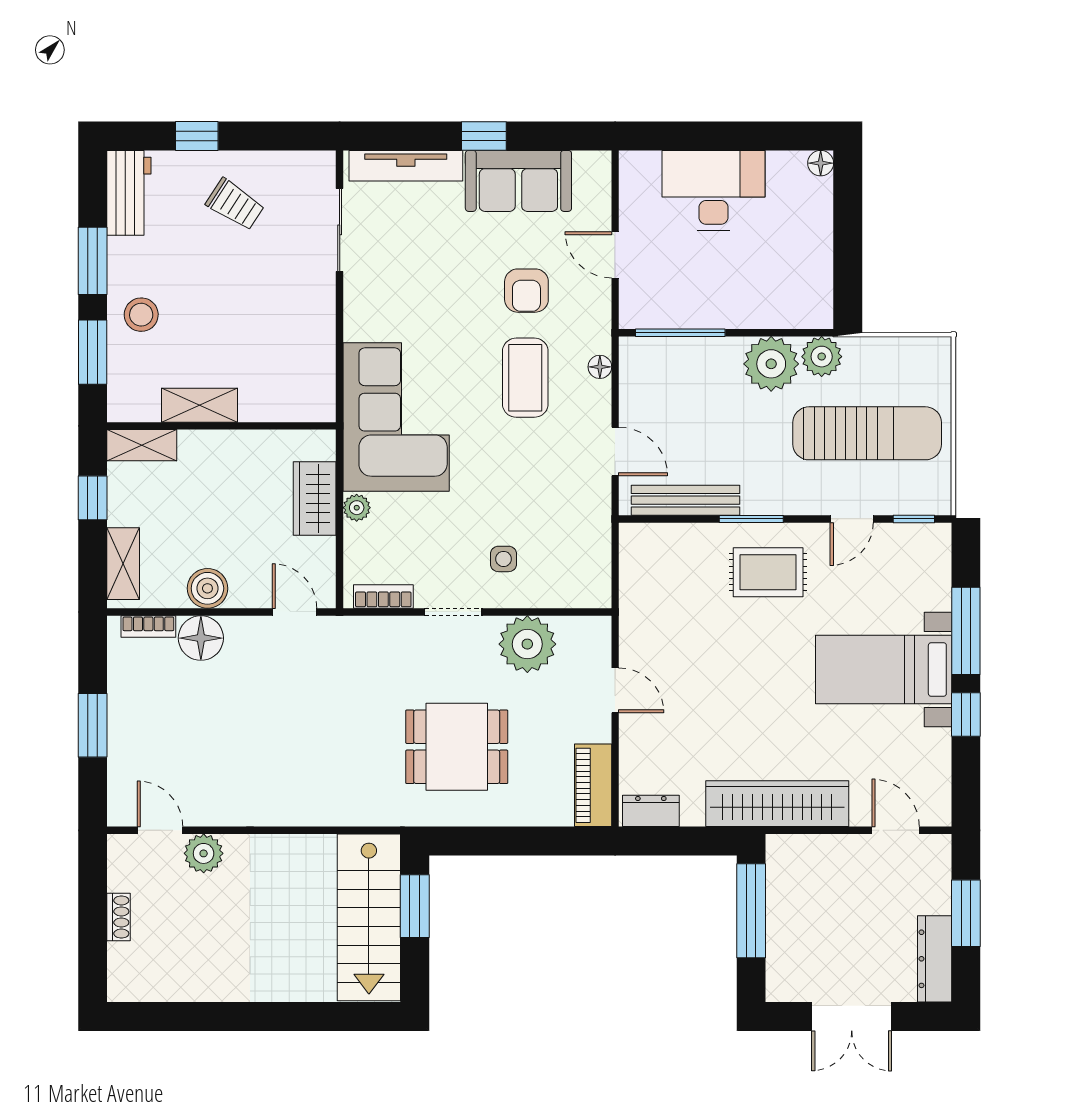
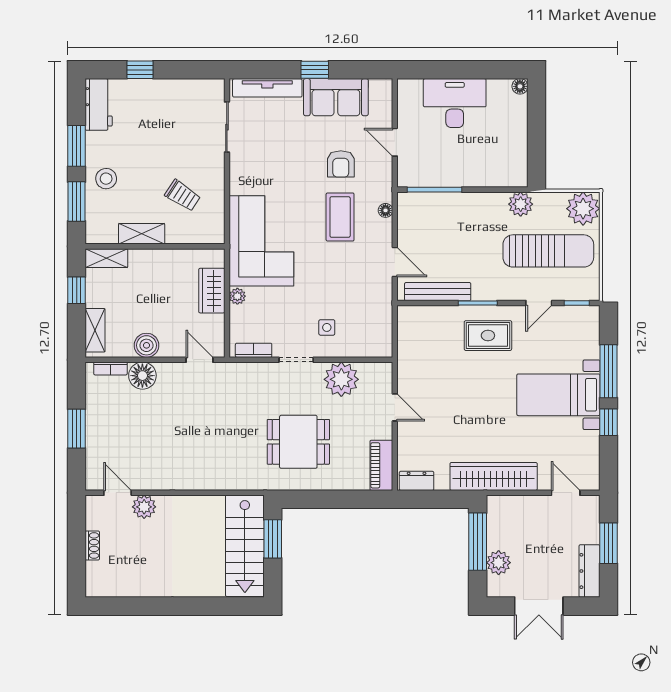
trolley: (235, 204) -> (183, 195), moved
plant: (771, 364) -> (583, 209), moved
plant: (785, 945) -> (499, 563), added

